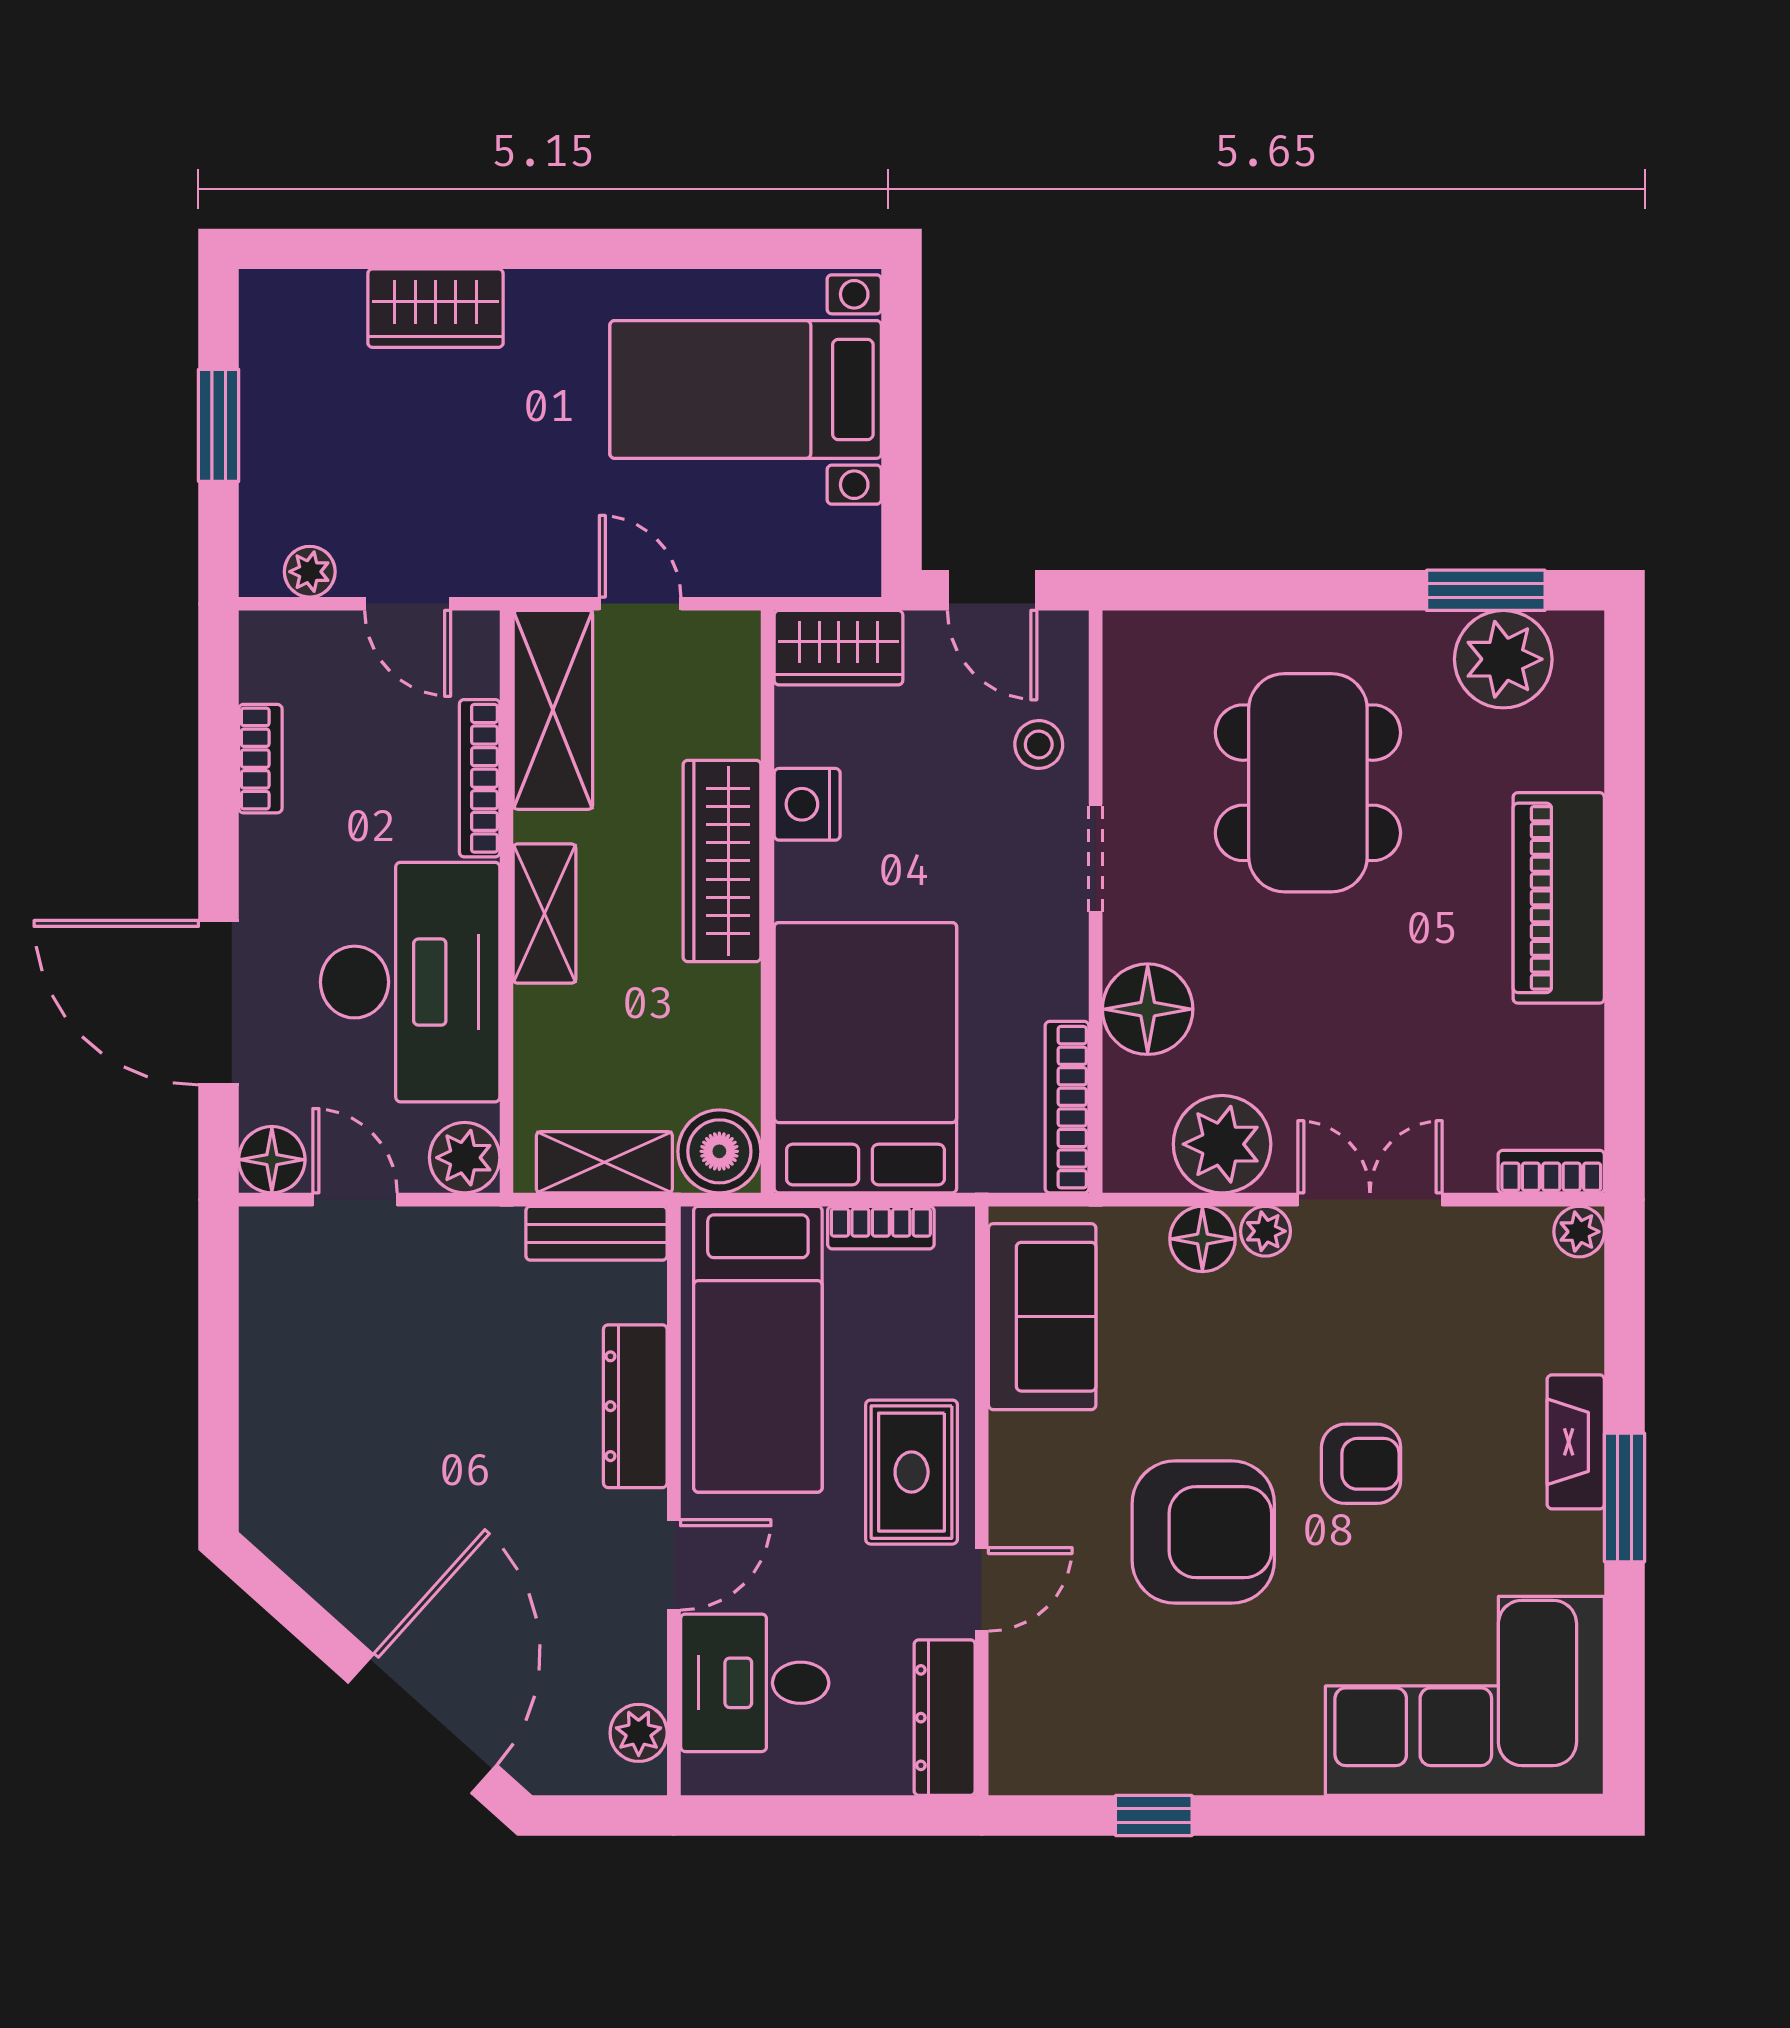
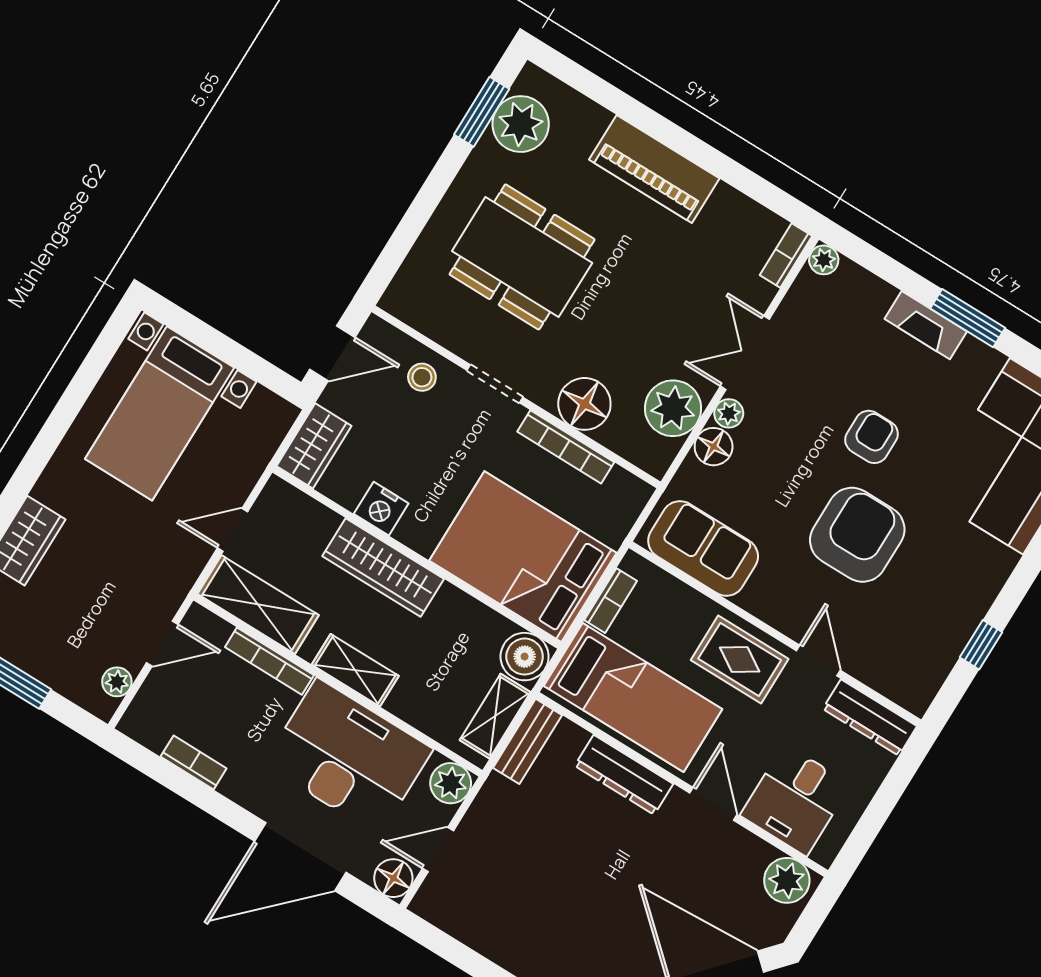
bookcase: (1067, 1107) -> (566, 447), moved
plant: (639, 1733) -> (787, 880), width x1.38, depth x1.38

